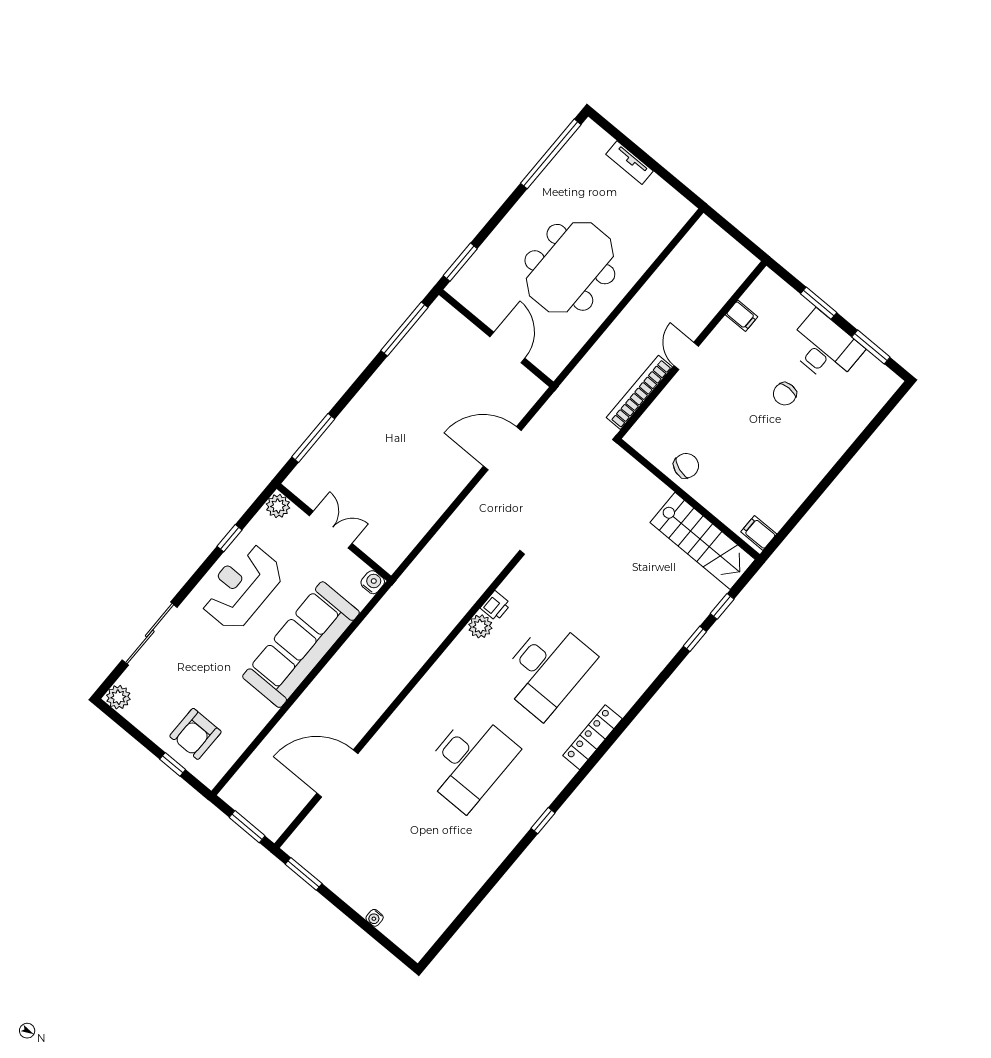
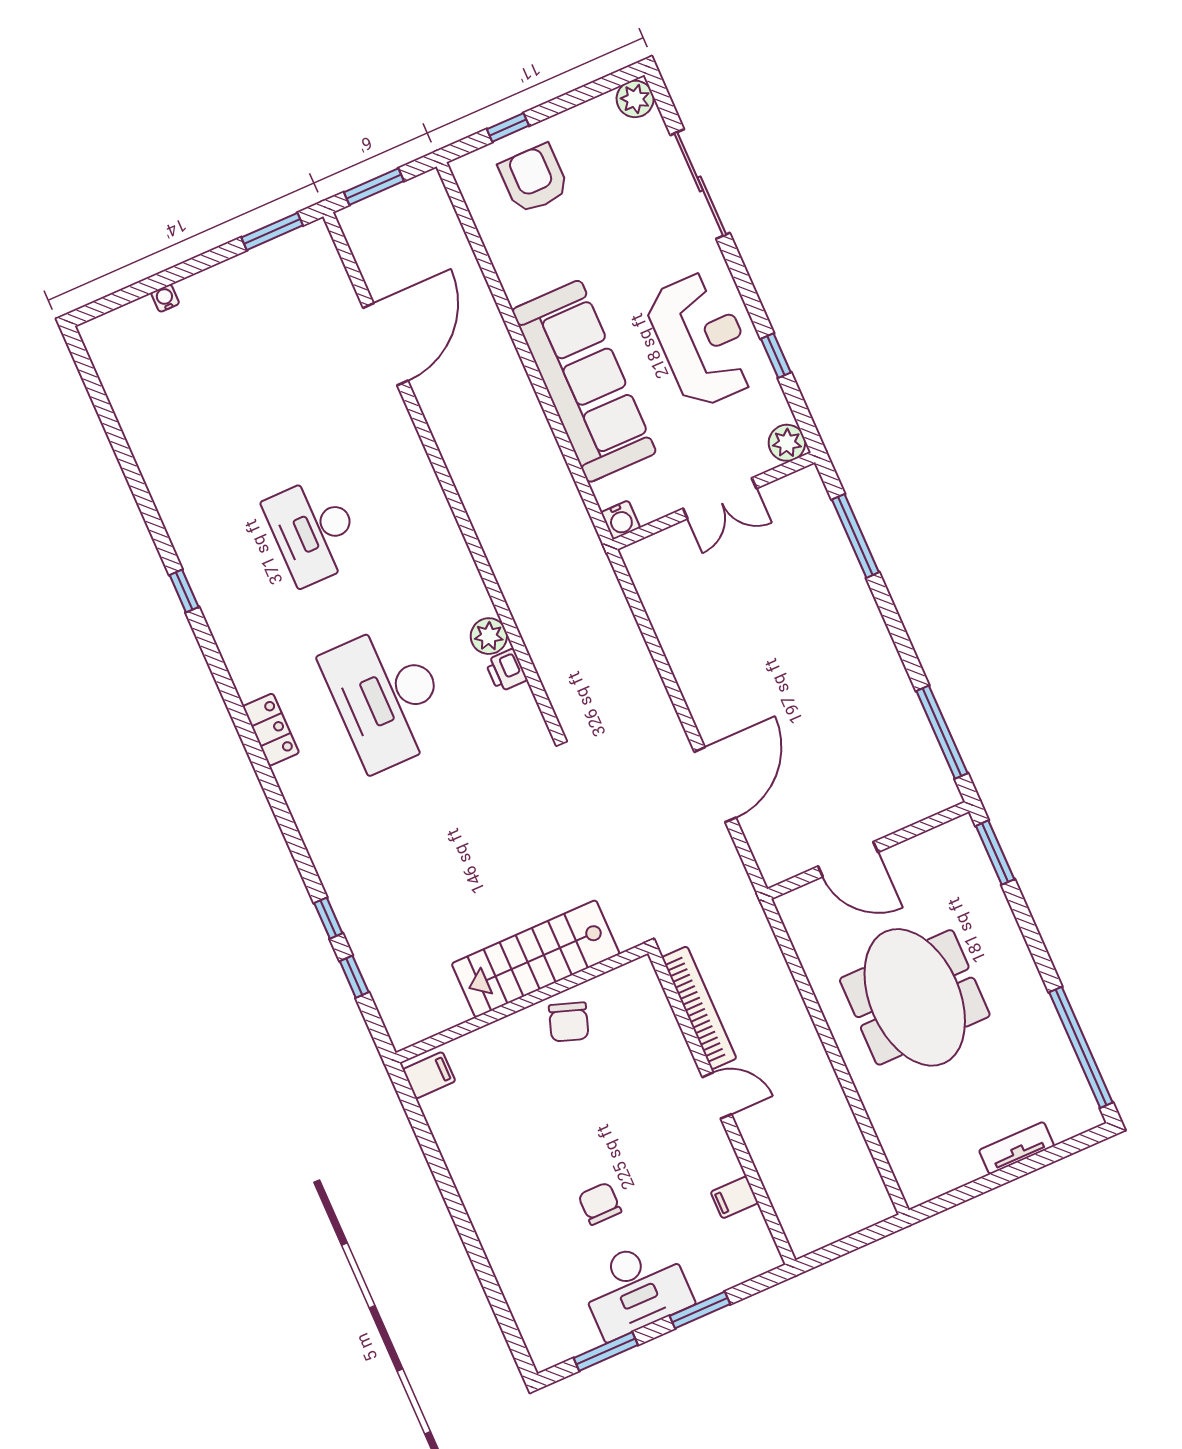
stairs: (703, 541) -> (536, 959), moved
locker: (592, 737) -> (271, 730), width x0.66
desk: (469, 761) -> (314, 531), width x0.73, depth x0.77

